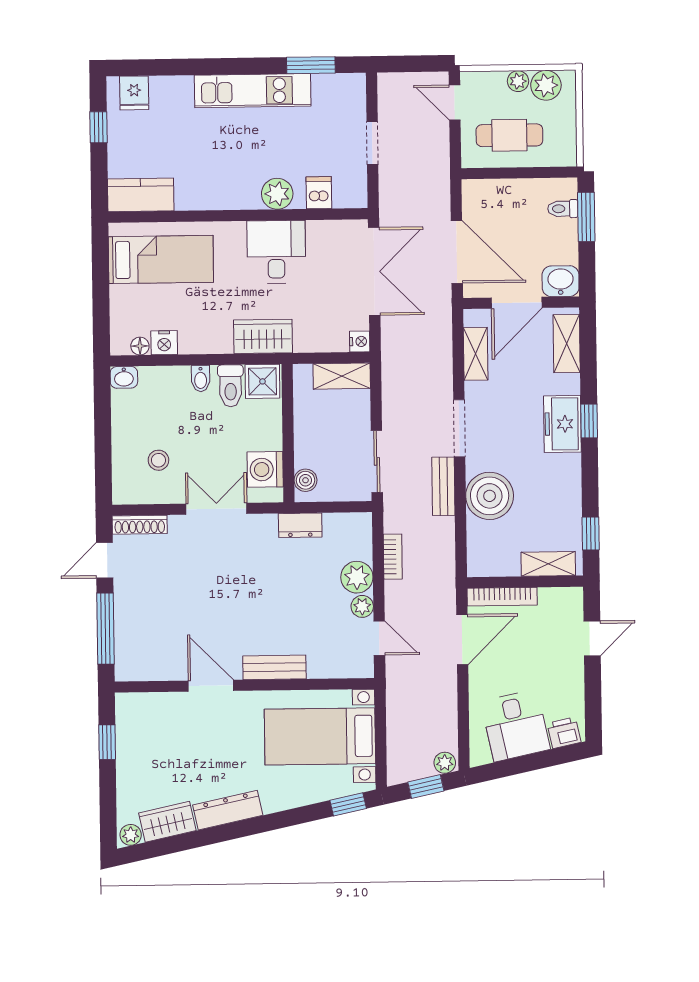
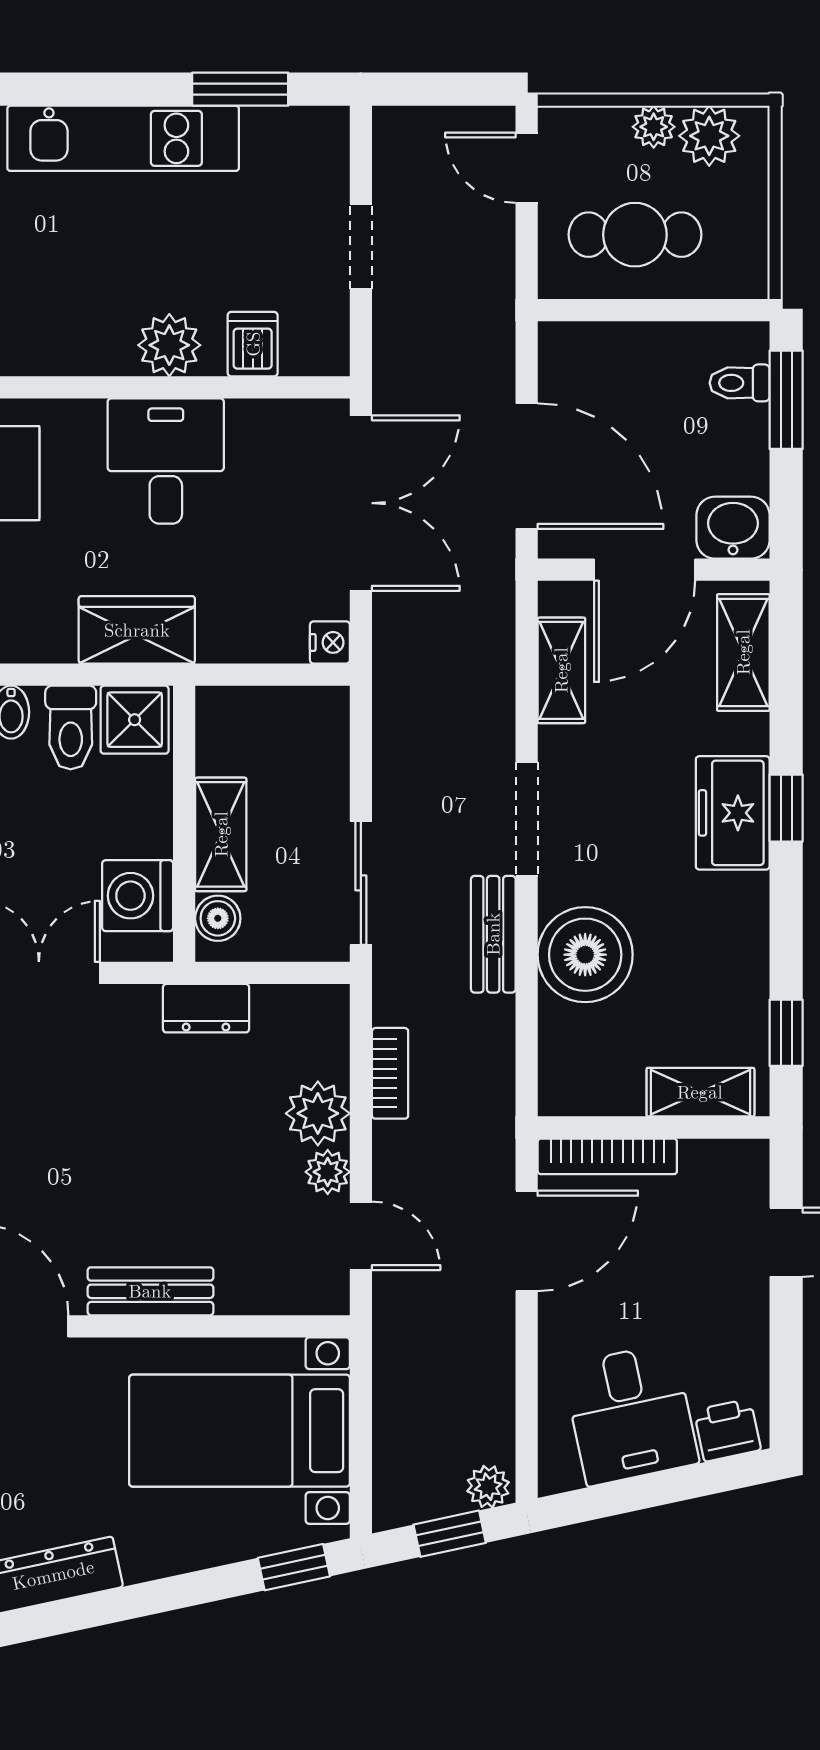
shelving: (342, 376) -> (221, 834), moved, turned 90

